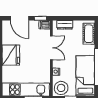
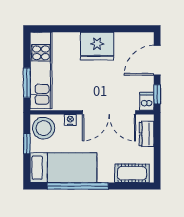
double door: (51, 48) -> (109, 112), width x1.37

